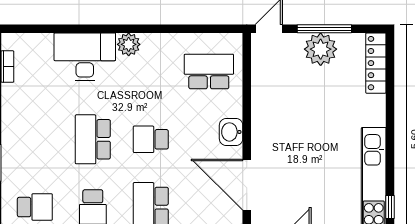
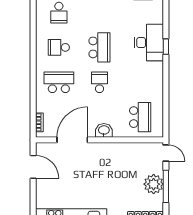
window: (91, 29) -> (166, 47), added
plant: (129, 44) -> (156, 69), removed
school desk: (93, 139) -> (99, 47), turned 90

